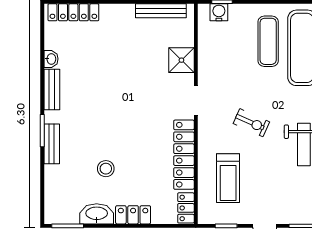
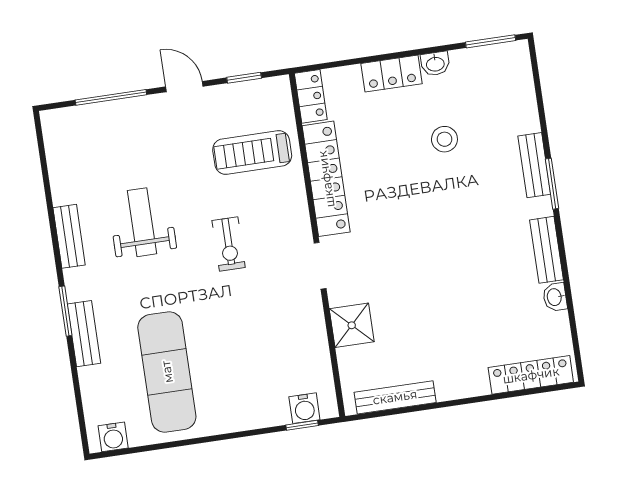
exercise mat: (268, 41) -> (221, 375), removed
exercise bike: (251, 123) -> (229, 244), turned -114
treadmill: (228, 178) -> (252, 152), turned -90
washbasin: (97, 214) -> (435, 64), width x0.52, depth x0.69

